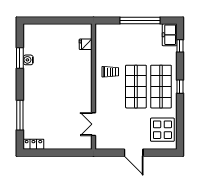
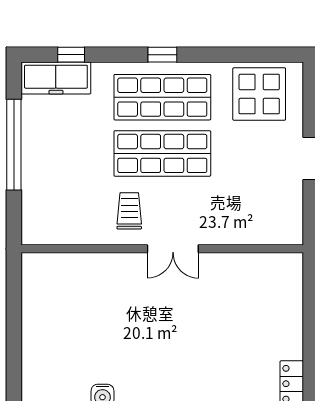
freezer: (170, 35) -> (56, 78), width x1.40
fridge: (86, 44) -> (67, 267), removed
double door: (94, 124) -> (173, 249), moved

